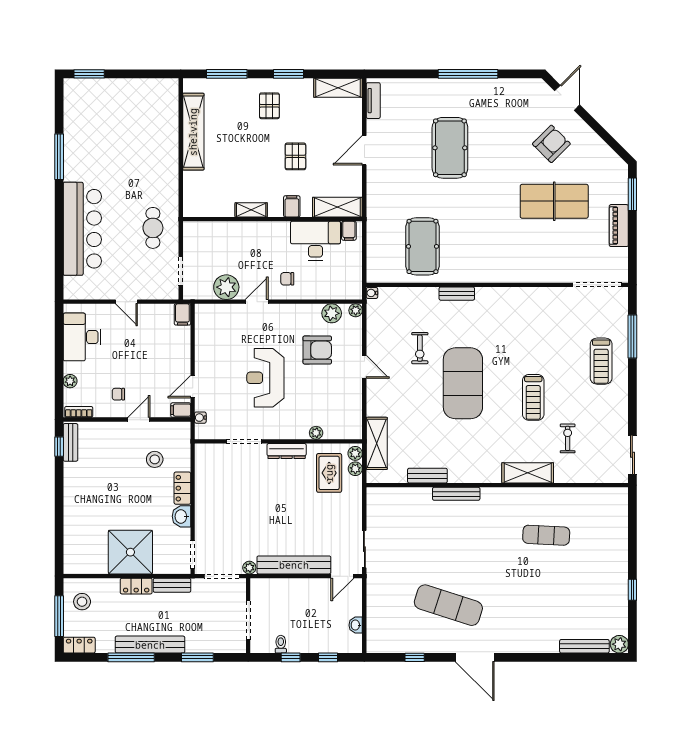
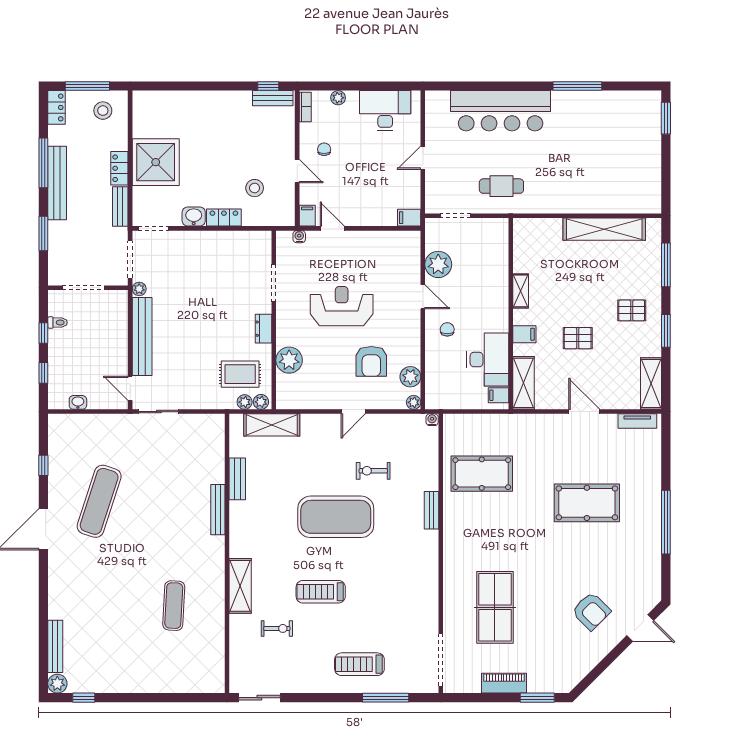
table tennis table: (554, 201) -> (495, 607), moved
plant: (316, 433) -> (289, 360), width x1.87, depth x1.87
dresser: (287, 451) -> (263, 329), width x0.70
window: (632, 590) -> (84, 698), moved

